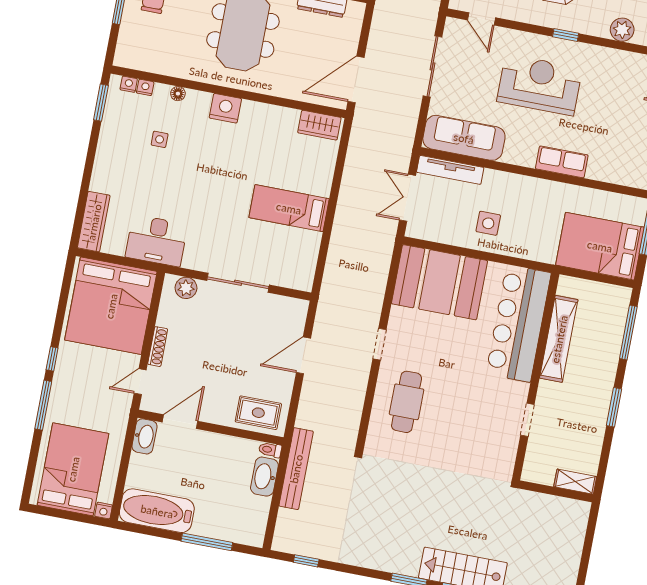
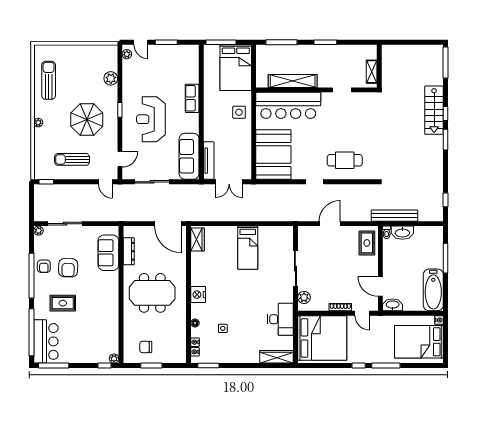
side table: (488, 223) -> (239, 112), moved
door: (303, 355) -> (330, 224), swing flipped
shelving: (575, 482) -> (372, 72), moved

